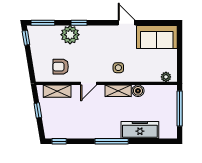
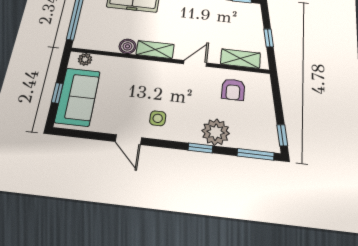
sofa: (157, 37) -> (78, 97), moved, turned 90
window: (180, 50) -> (57, 93), added
armchair: (61, 67) -> (233, 90), turned 90
side table: (118, 68) -> (158, 118), moved

